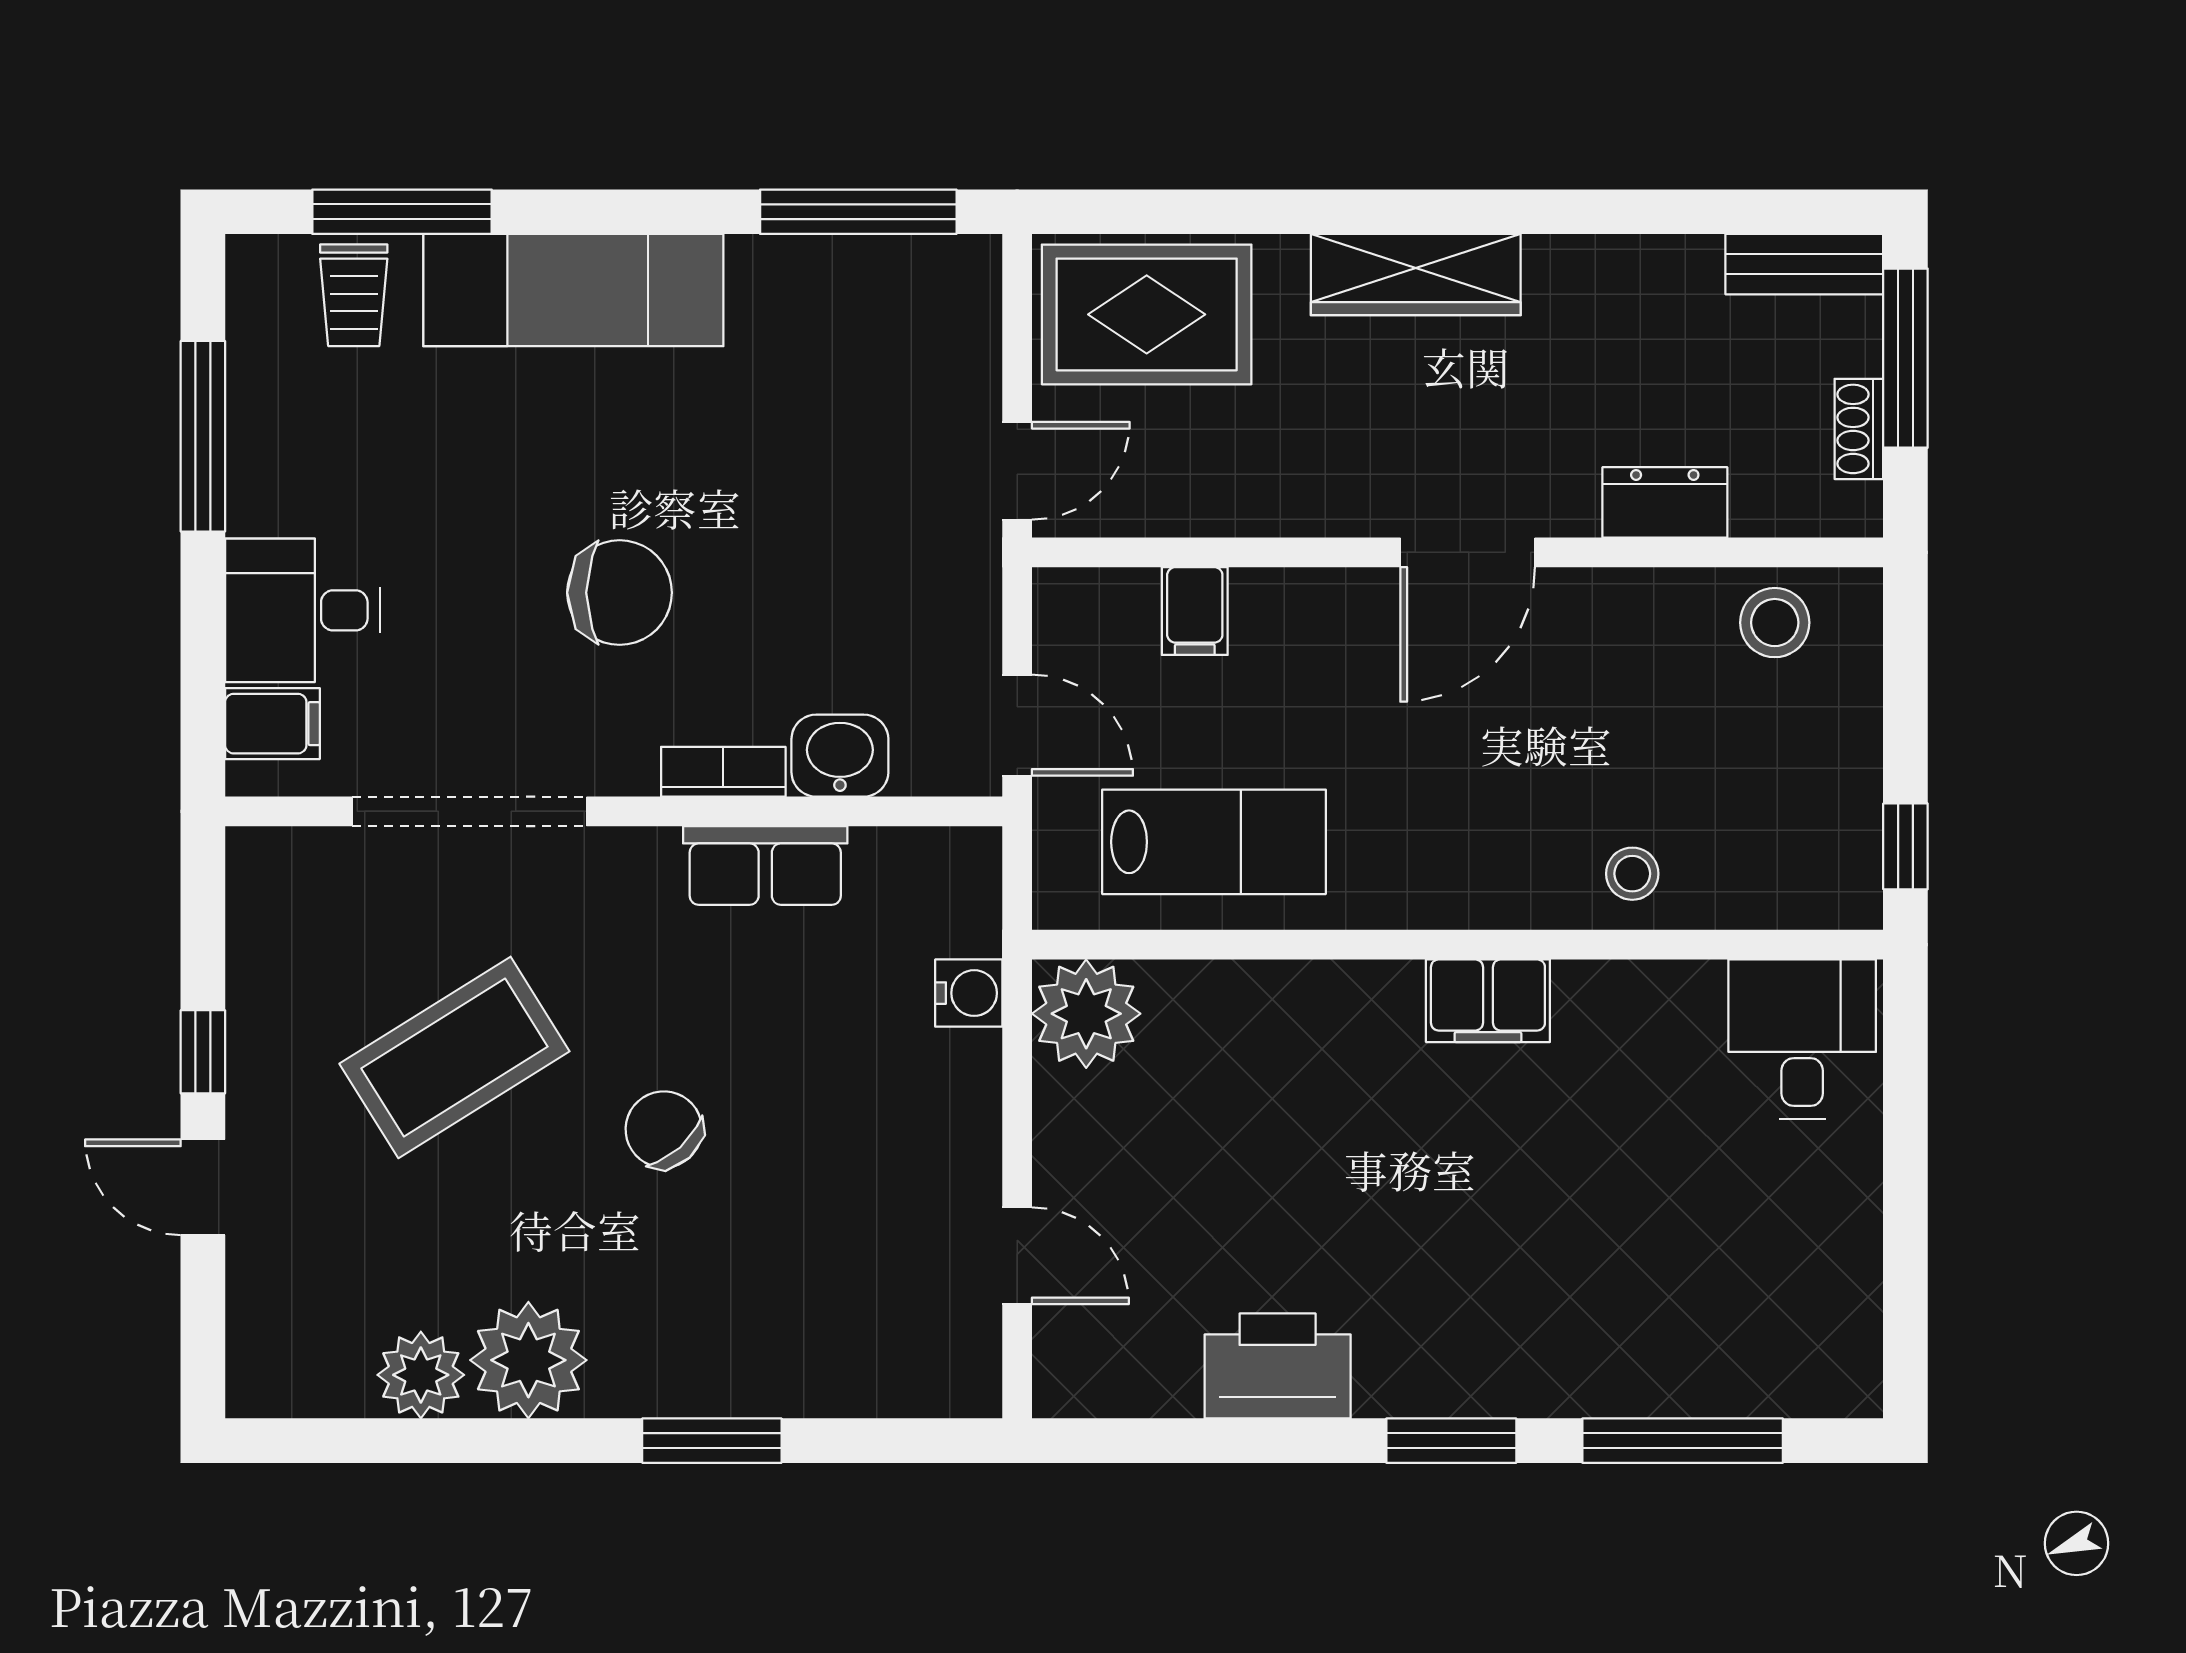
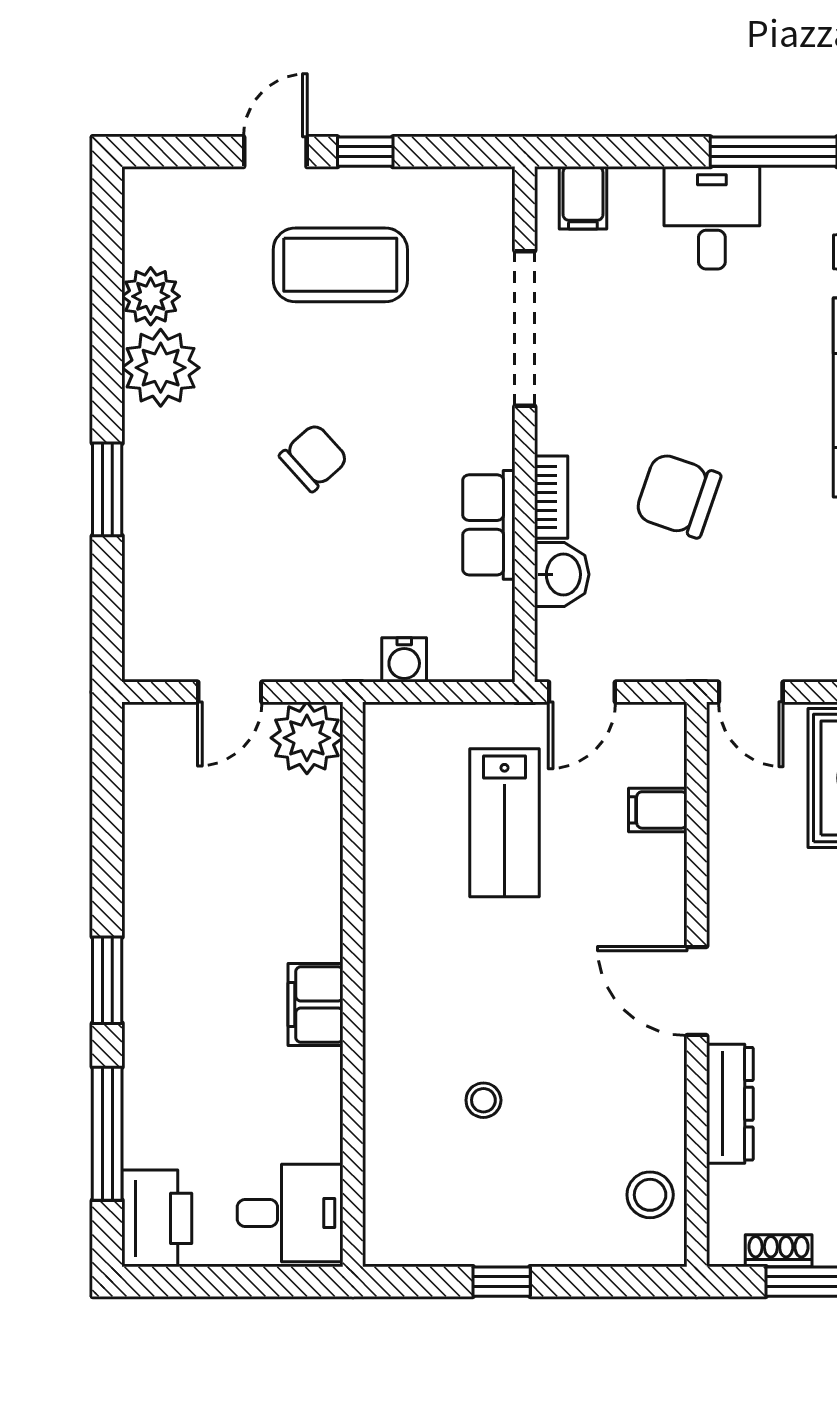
dresser: (1665, 502) -> (730, 1104), width x1.44
chair: (620, 593) -> (678, 495), moved, turned 109
desk: (302, 610) -> (712, 218), moved
wall: (1458, 945) -> (353, 984), moved
filing cabinet: (1488, 1001) -> (316, 1004), moved
plant: (1086, 1014) -> (307, 738), moved
desk: (1802, 1039) -> (290, 1213), moved
coffee table: (454, 1057) -> (340, 265), moved, turned -58
printer: (1278, 1366) -> (157, 1218), moved

